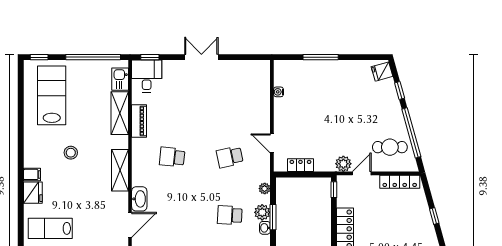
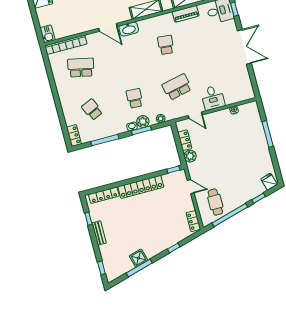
double door: (201, 57) -> (244, 47), width x1.37
desk: (256, 115) -> (213, 98), added
door: (272, 143) -> (195, 115), swing flipped
school desk: (230, 157) -> (177, 87), width x1.85
plant: (343, 164) -> (190, 156), moved
locker: (400, 182) -> (193, 221), width x0.66

